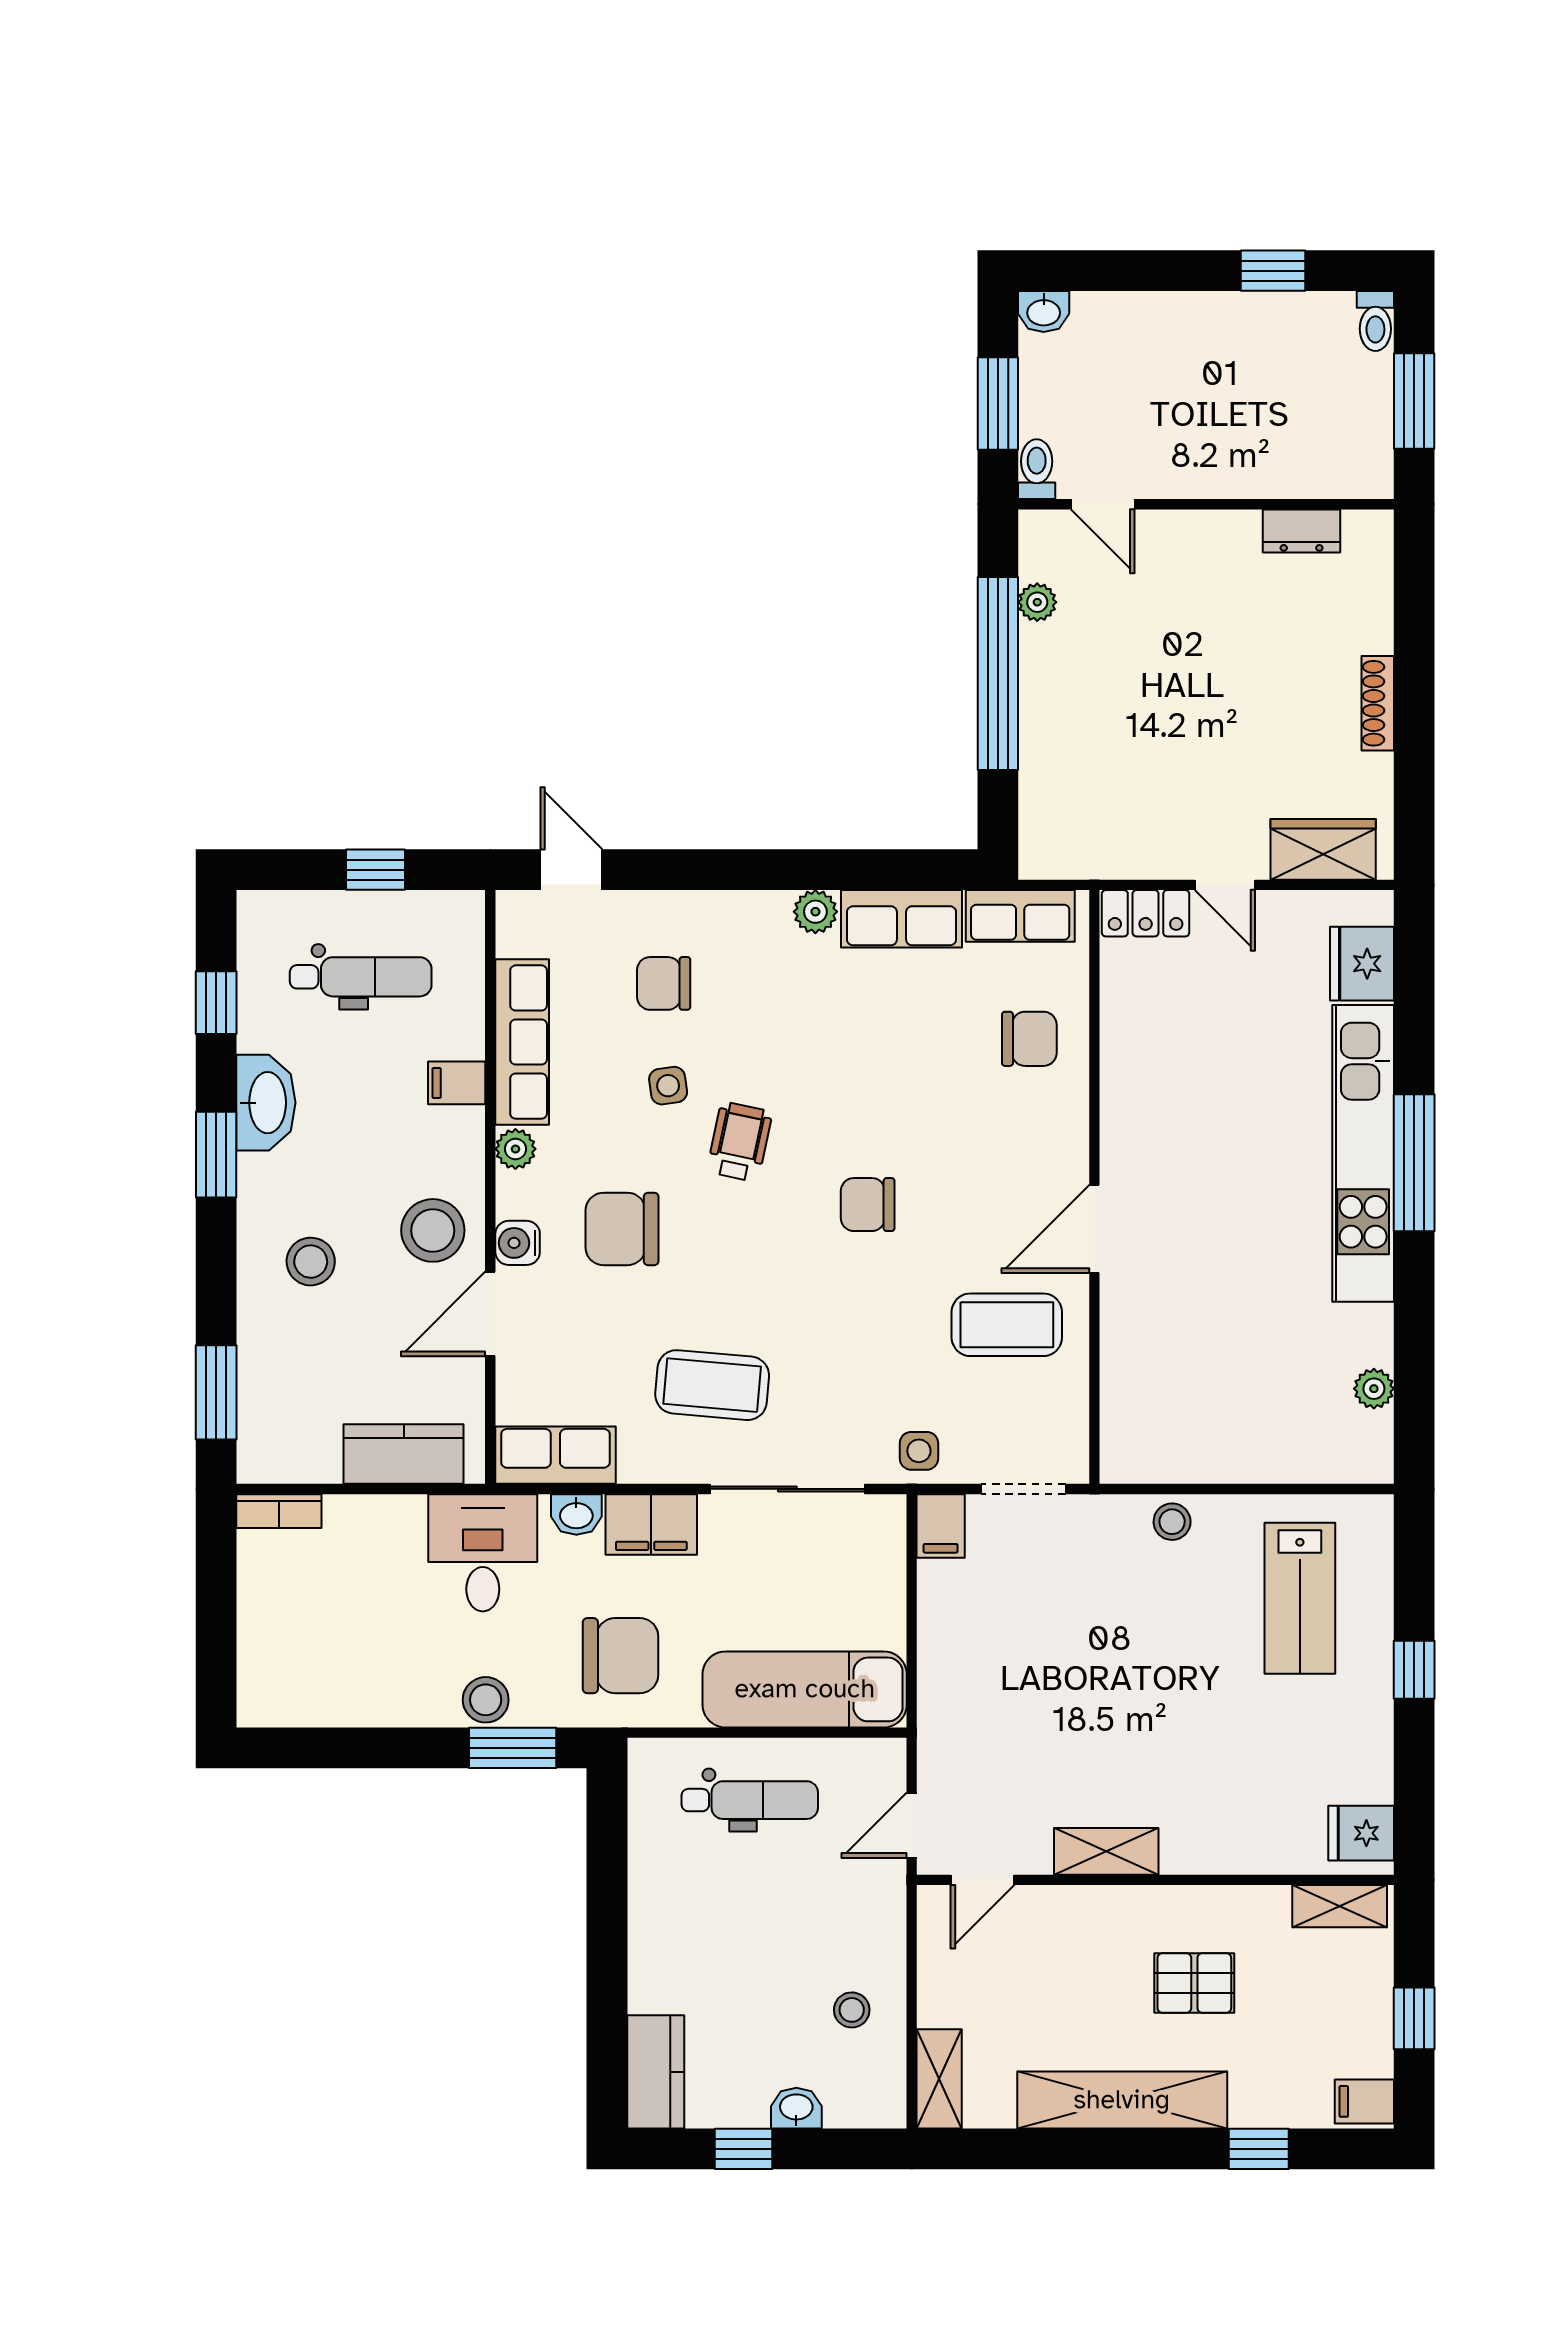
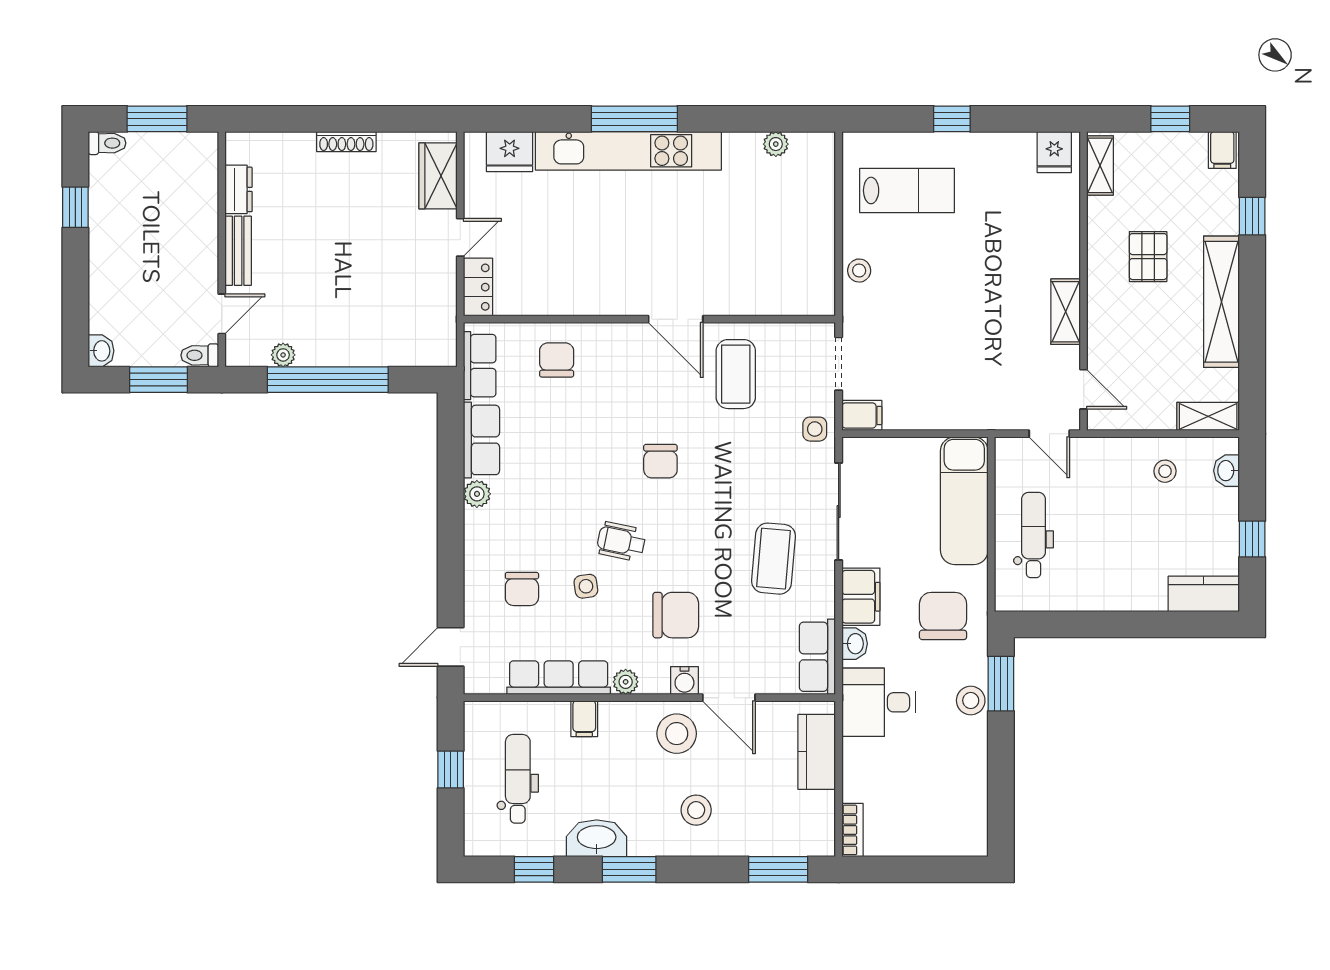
bench: (1204, 530) -> (238, 251), added
chair: (622, 1229) -> (676, 615), turned -90
washbasin: (796, 2108) -> (1227, 471), moved

